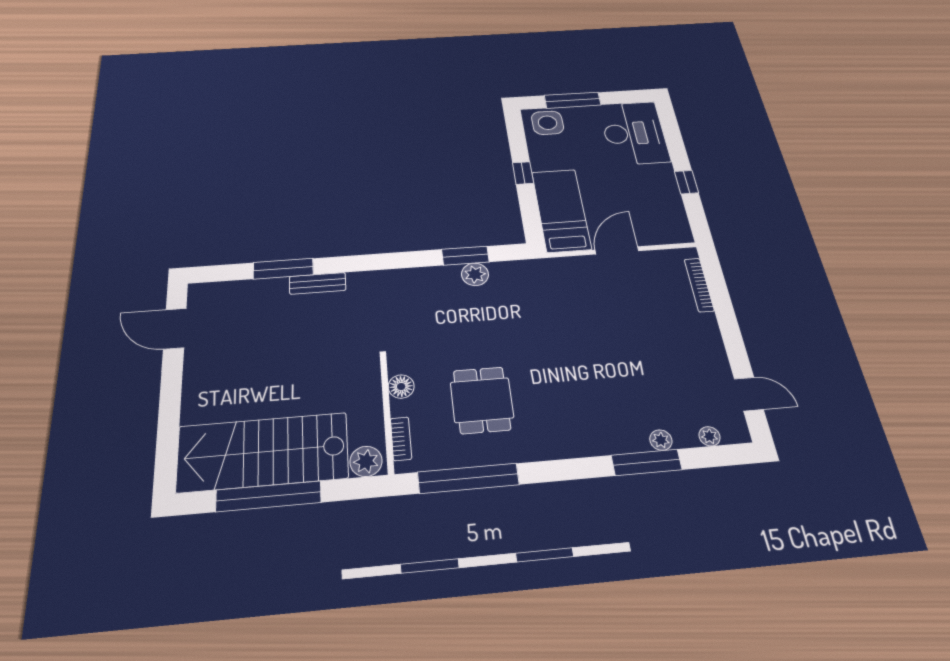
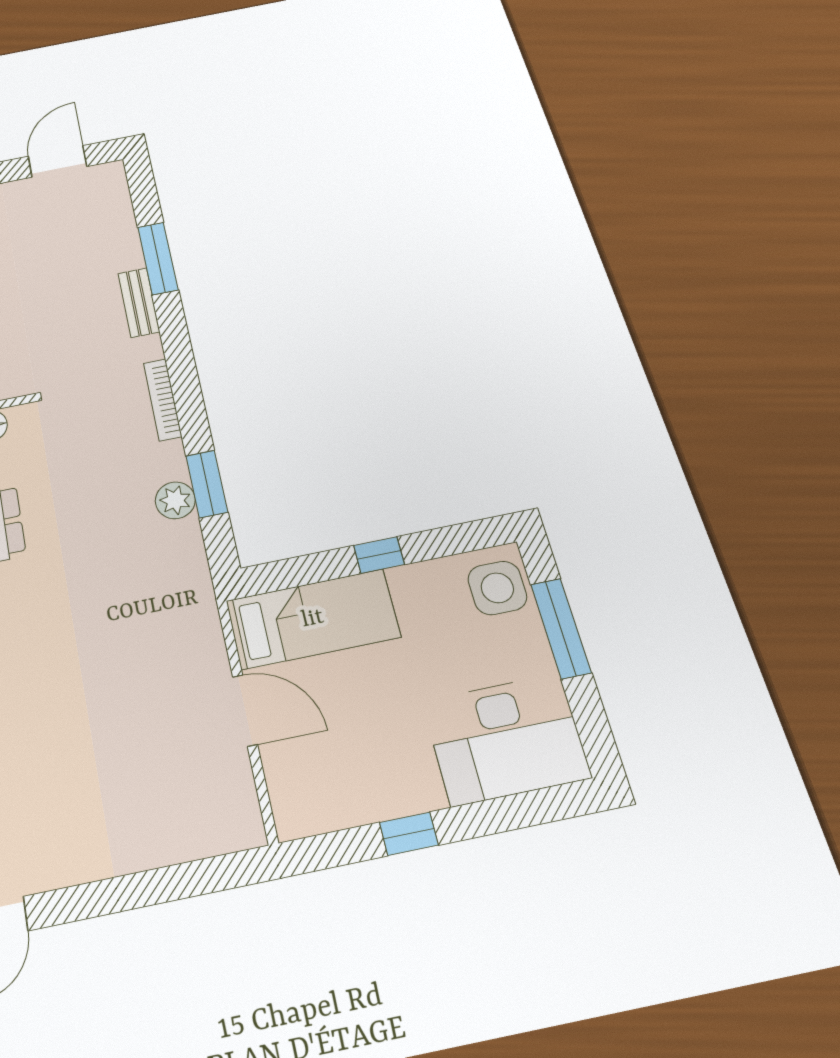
bookcase: (699, 285) -> (163, 400), moved, turned -90

